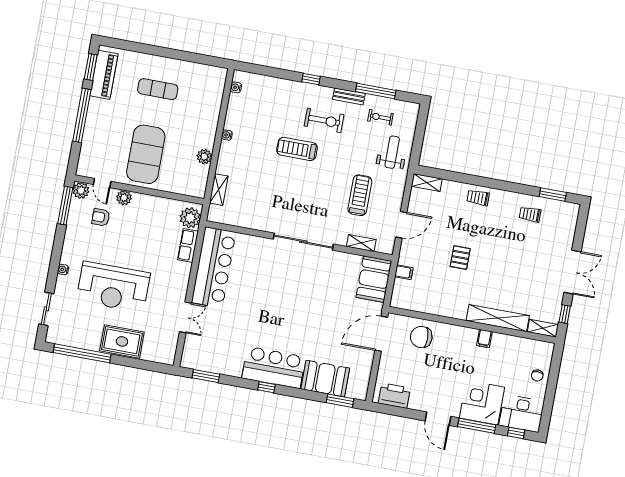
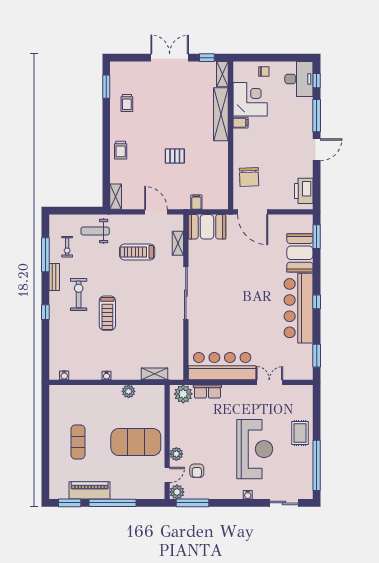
piano: (104, 75) -> (90, 490), moved
rug: (122, 341) -> (300, 433), width x0.73, depth x0.70
bar counter: (274, 367) -> (298, 308), width x1.36
corner desk: (482, 403) -> (250, 99), moved, turned 180

